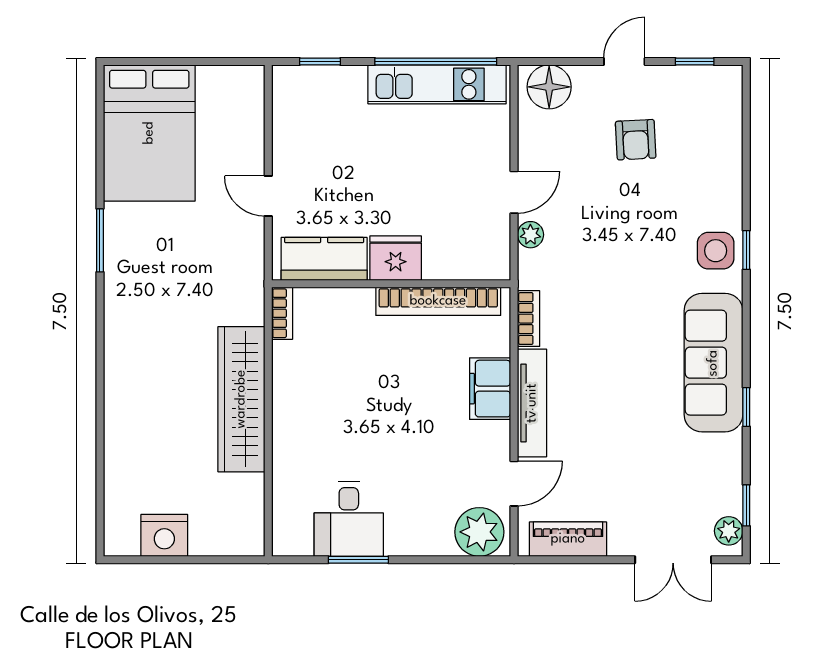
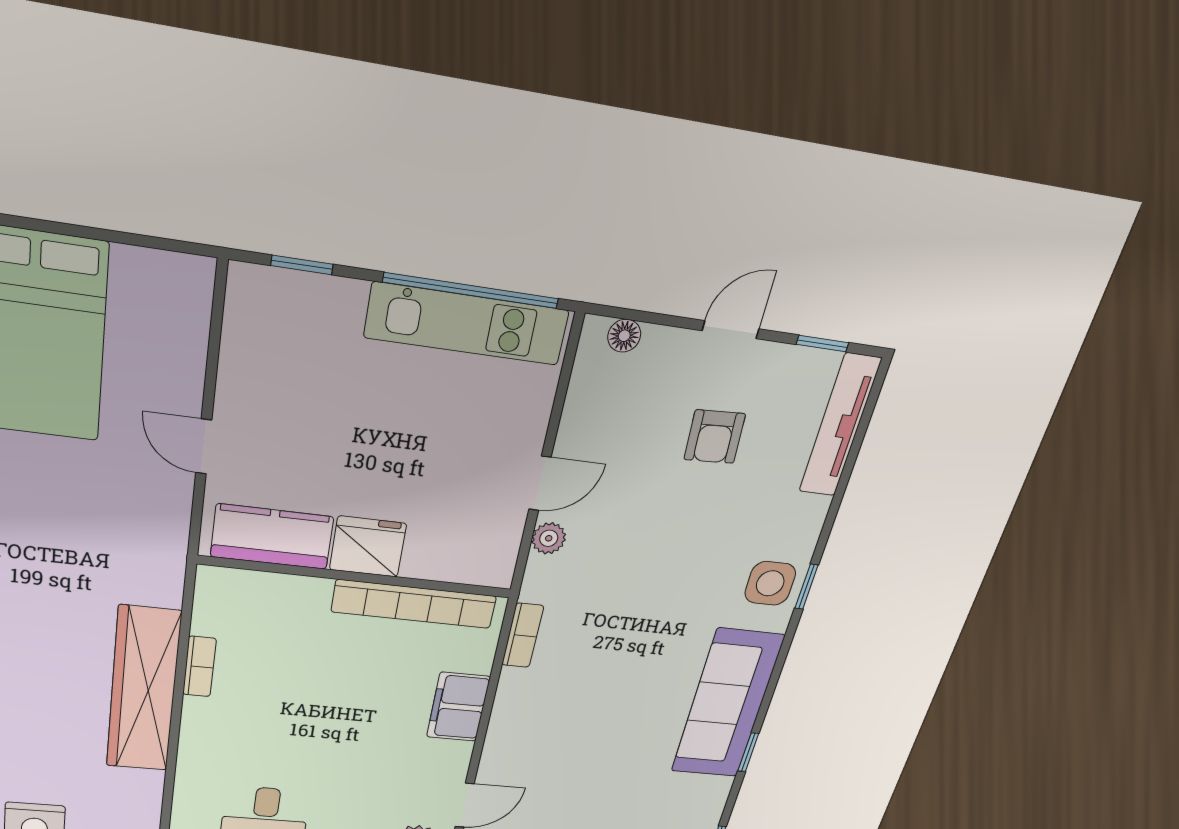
floor lamp: (549, 87) -> (624, 336), width x0.53, depth x0.53
bookcase: (282, 313) -> (199, 667), moved
tv unit: (532, 403) -> (840, 426), moved, turned 180

